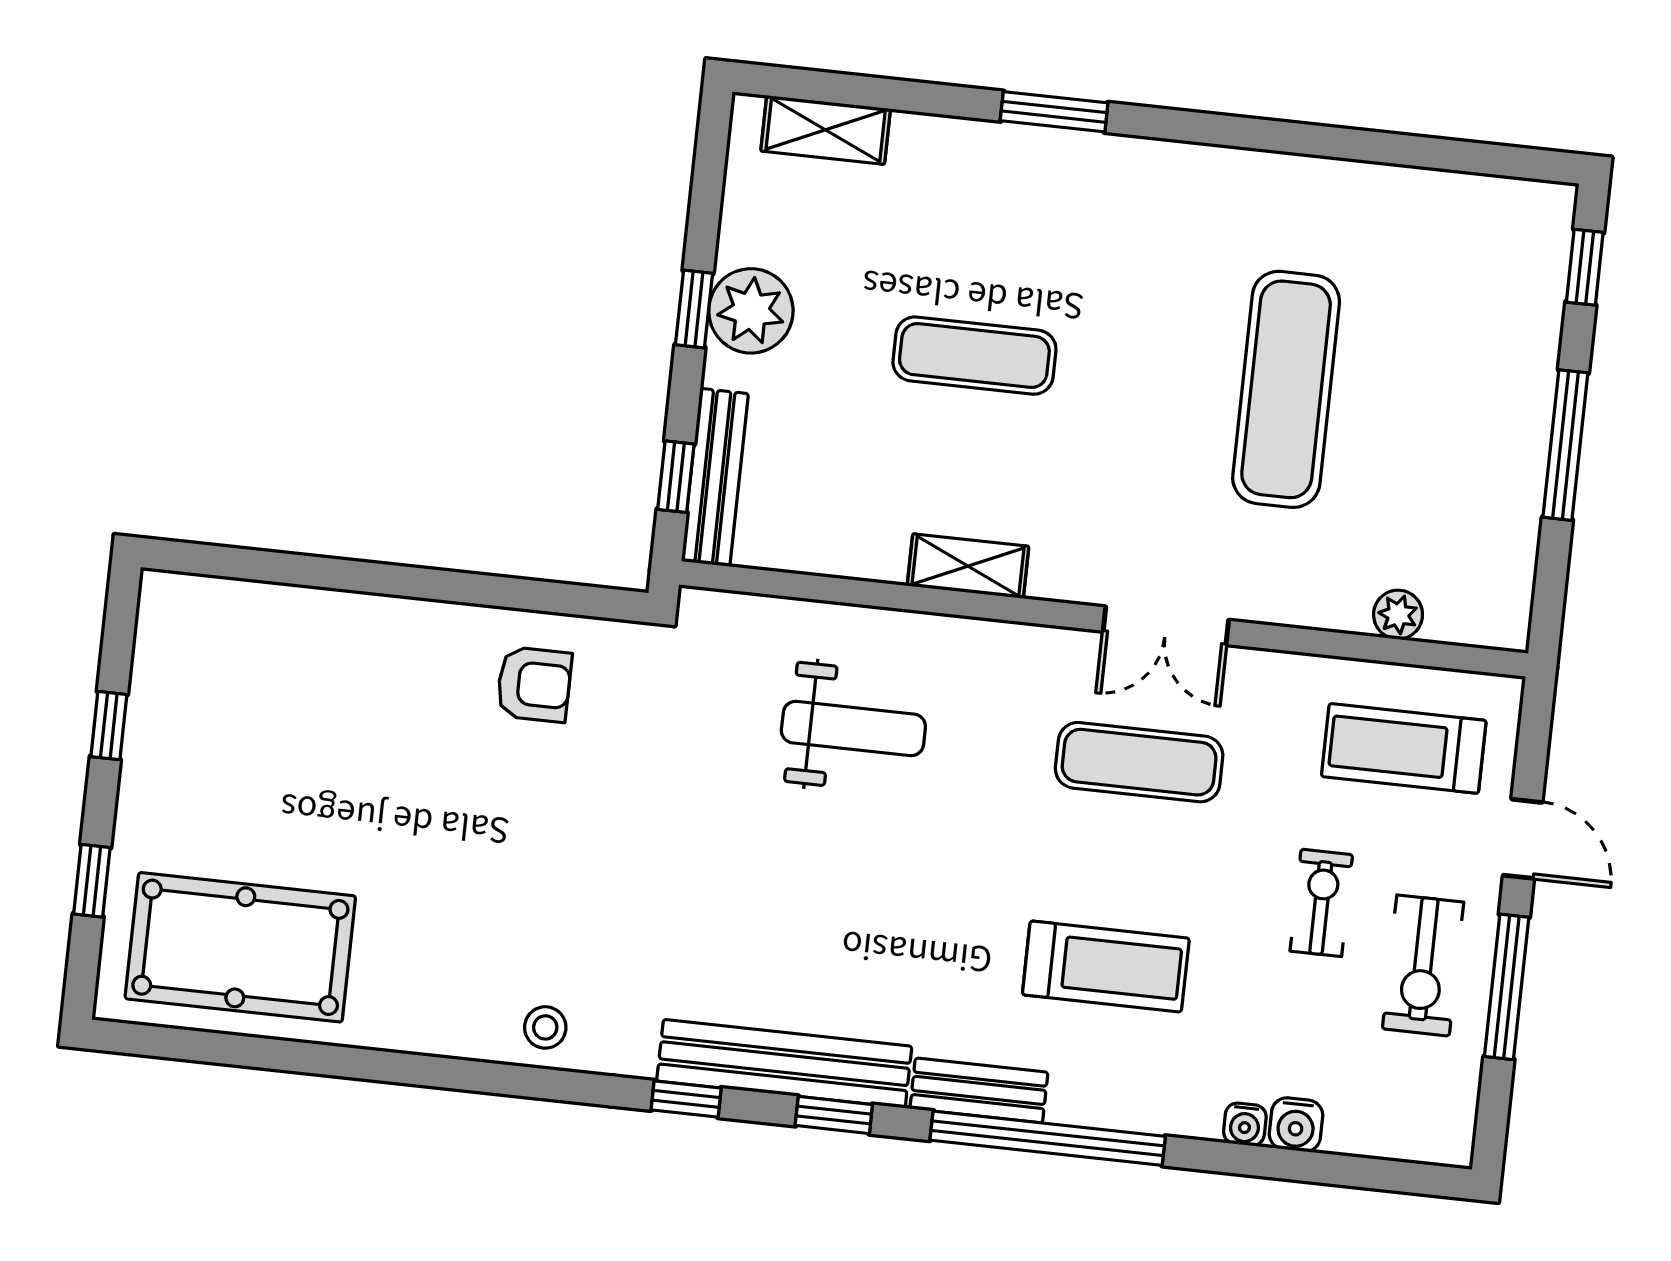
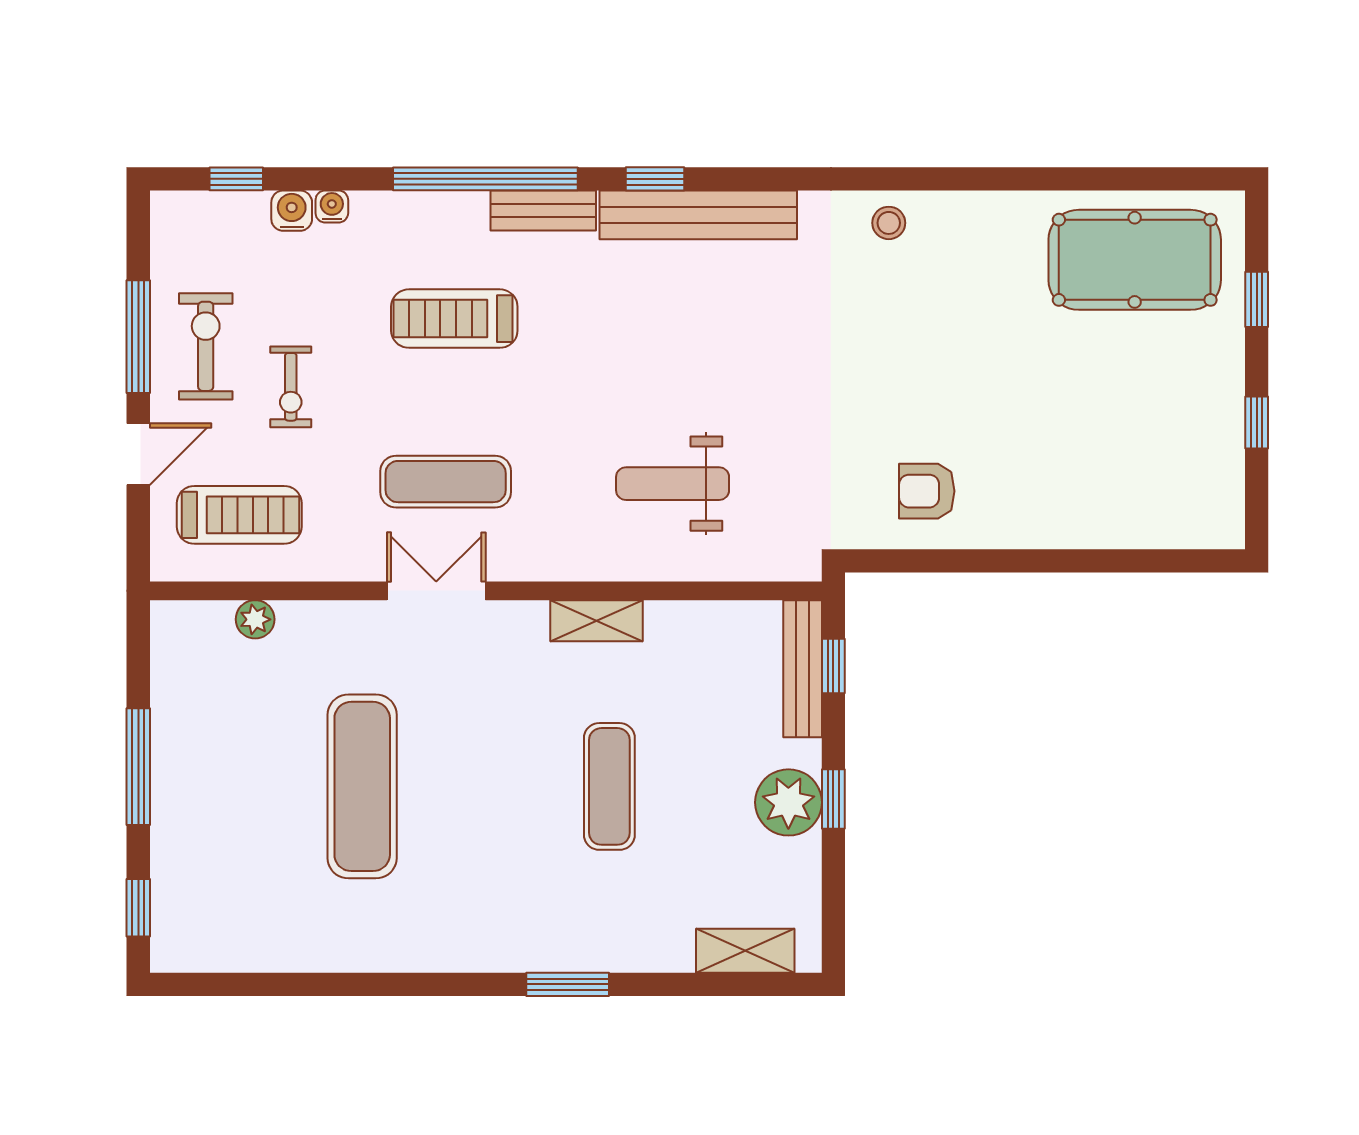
exercise mat: (974, 356) -> (609, 786), turned 90
door: (1523, 839) -> (138, 454), swing flipped
window: (686, 1099) -> (236, 179), moved

